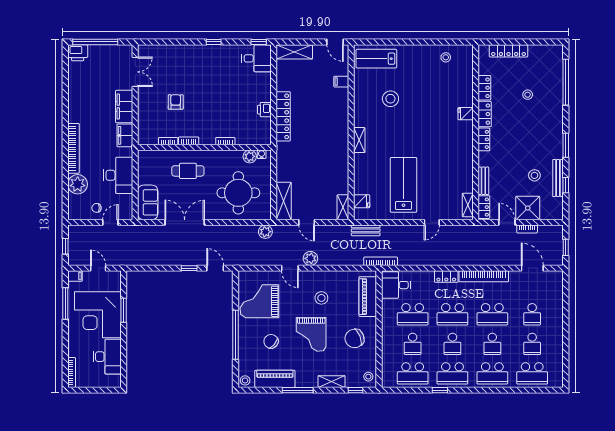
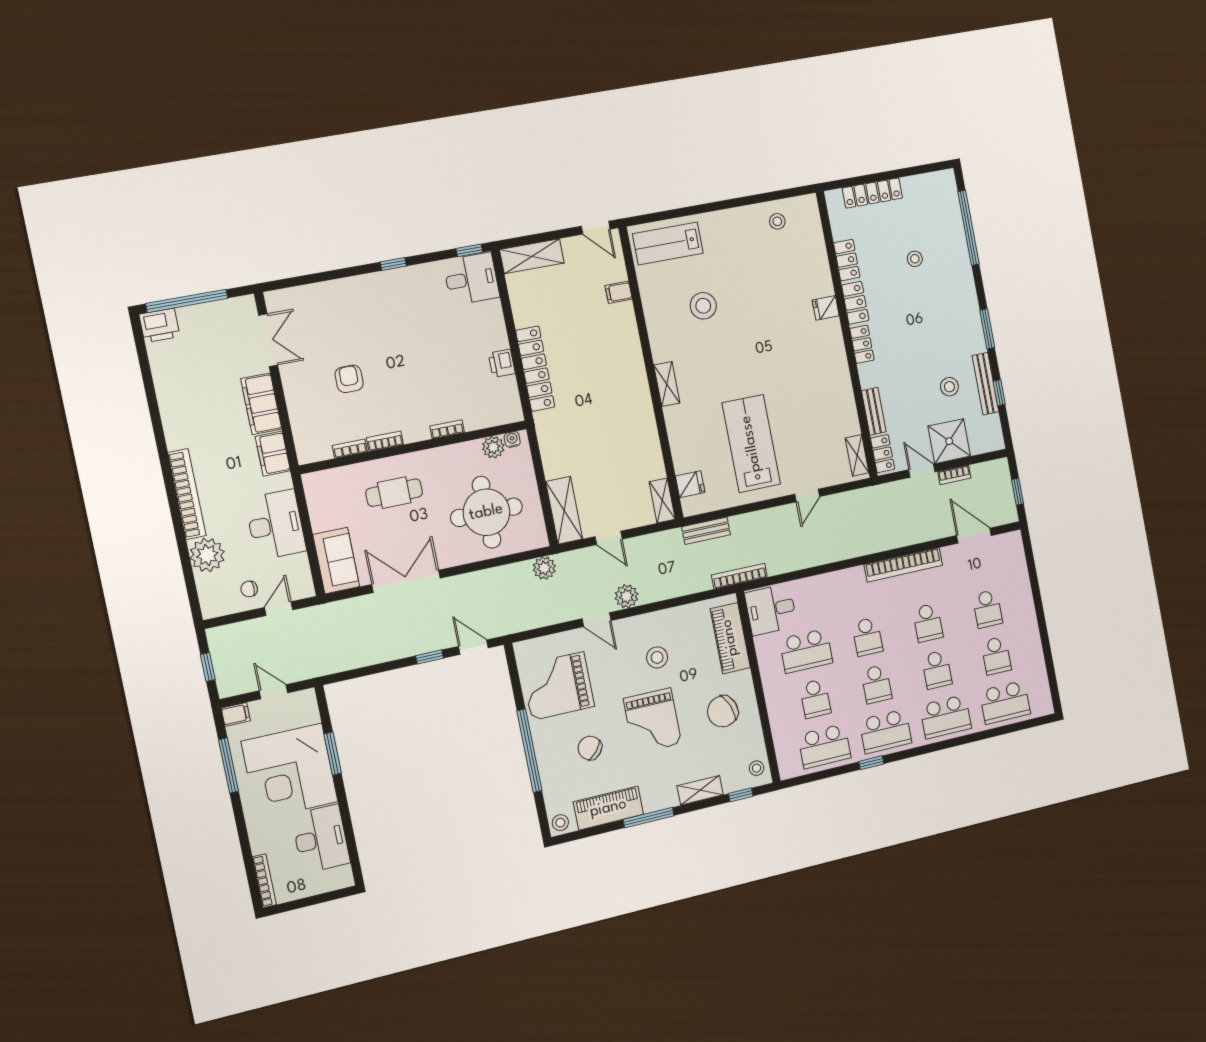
locker: (446, 277) -> (846, 578), removed
school desk: (452, 314) -> (867, 637), width x0.54
school desk: (492, 314) -> (928, 623), width x0.54

